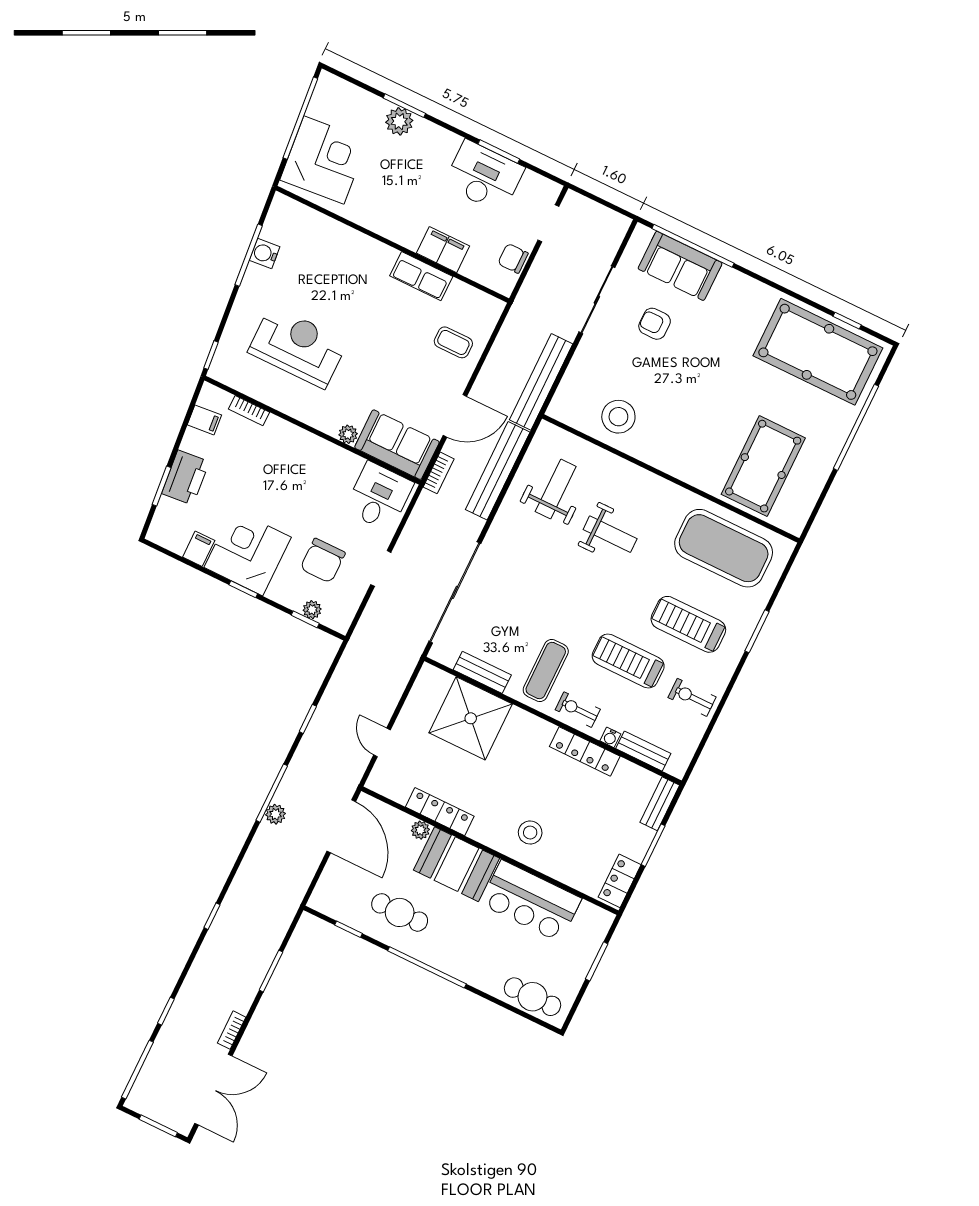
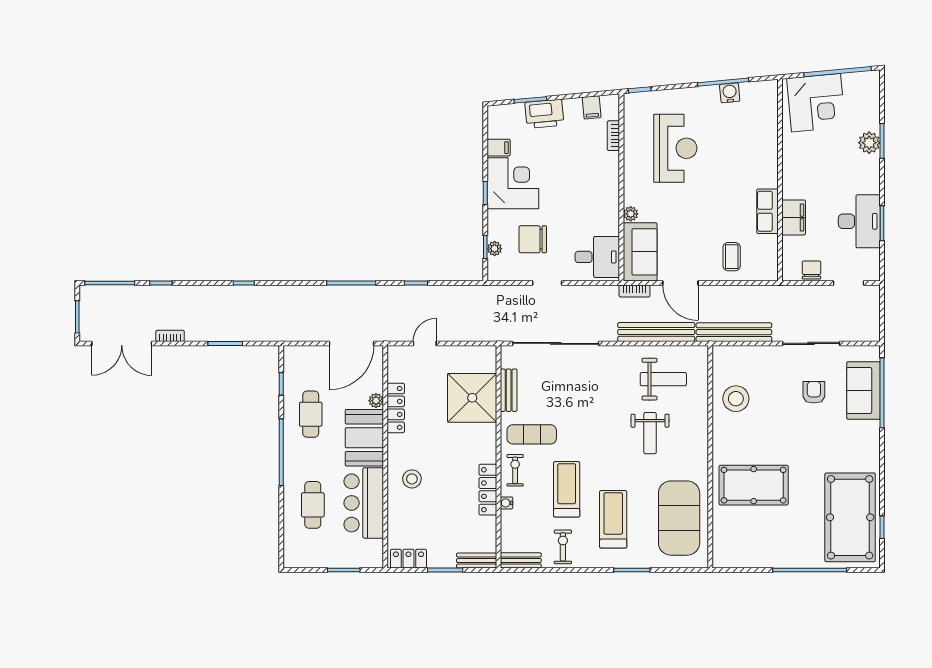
pool table: (763, 466) -> (754, 485), moved
bench: (643, 751) -> (521, 560), moved, turned 90
plant: (275, 814) -> (338, 293), removed
cafe table: (532, 997) -> (313, 505), moved

